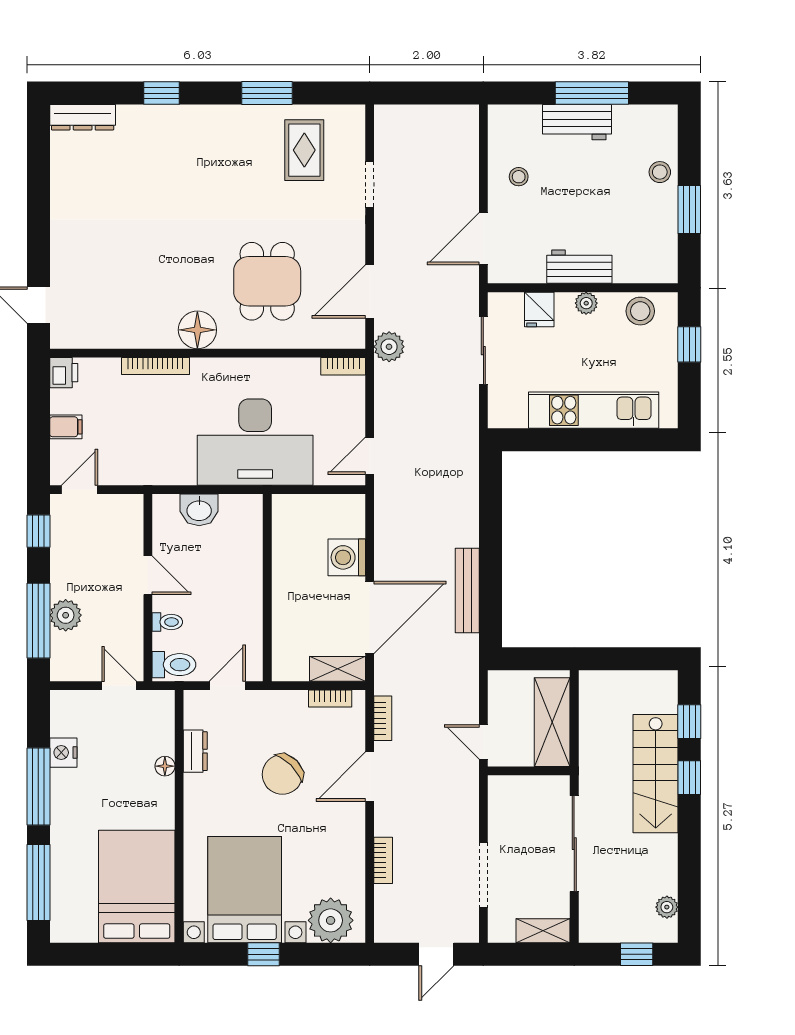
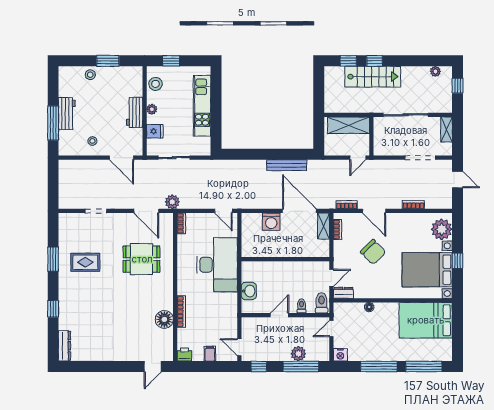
window: (592, 93) -> (53, 123), moved
rug: (304, 150) -> (85, 262), moved
floor lamp: (197, 330) -> (164, 319), moved
door: (227, 686) -> (331, 278), swing flipped
dresser: (195, 751) -> (343, 293), moved
nightstand: (63, 753) -> (340, 355), moved

